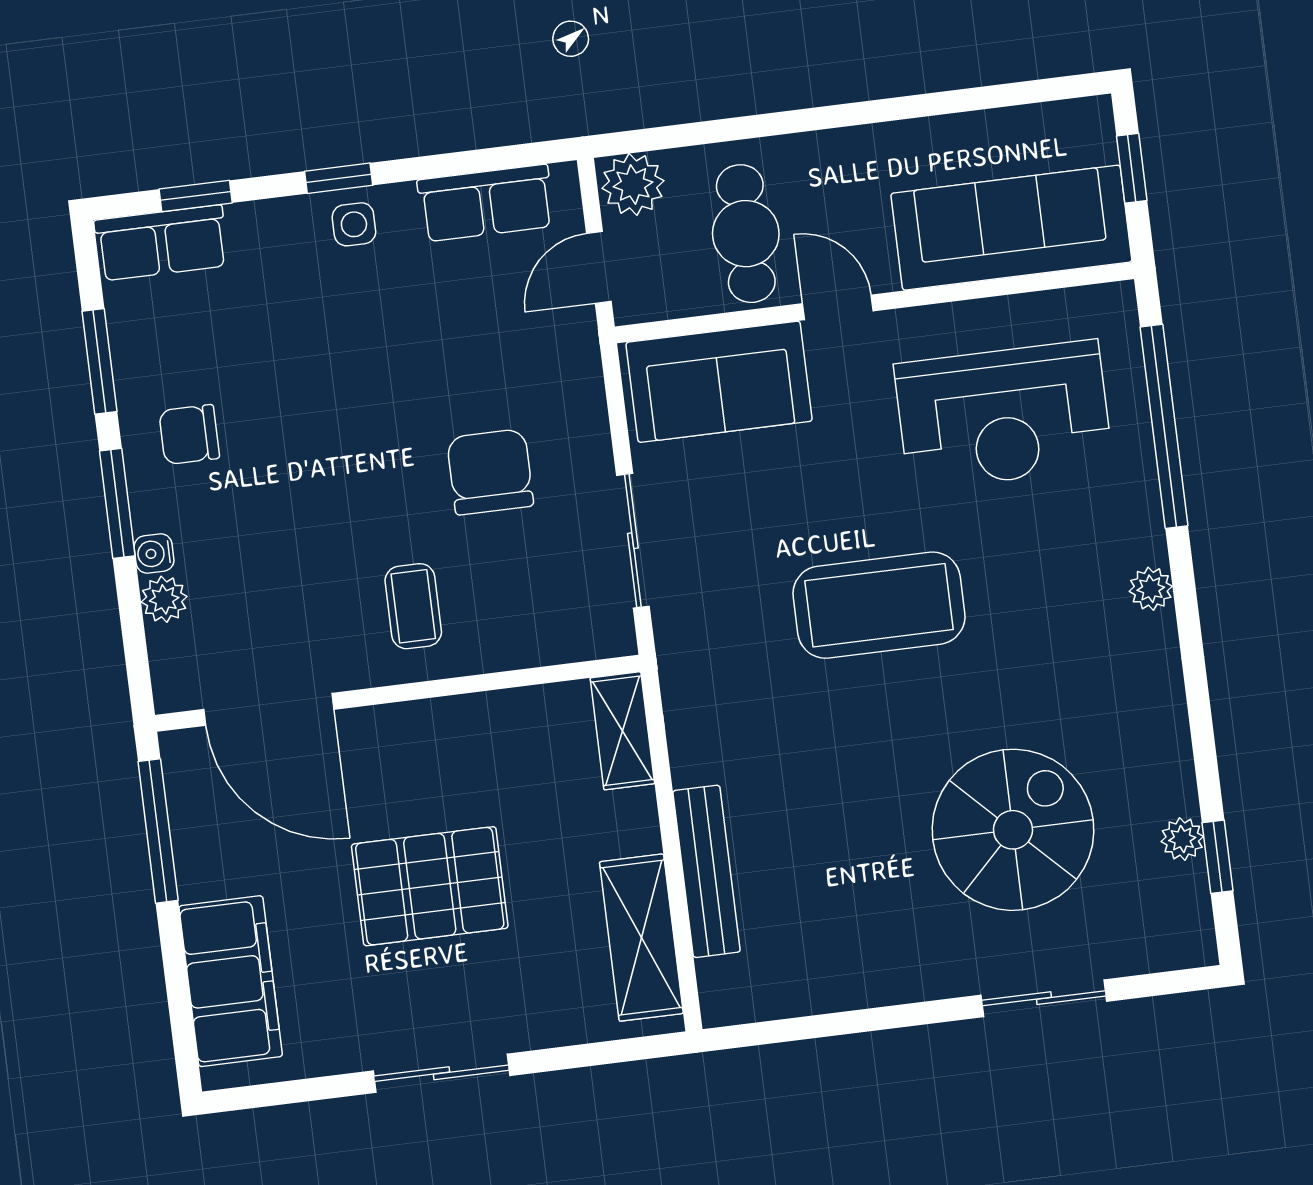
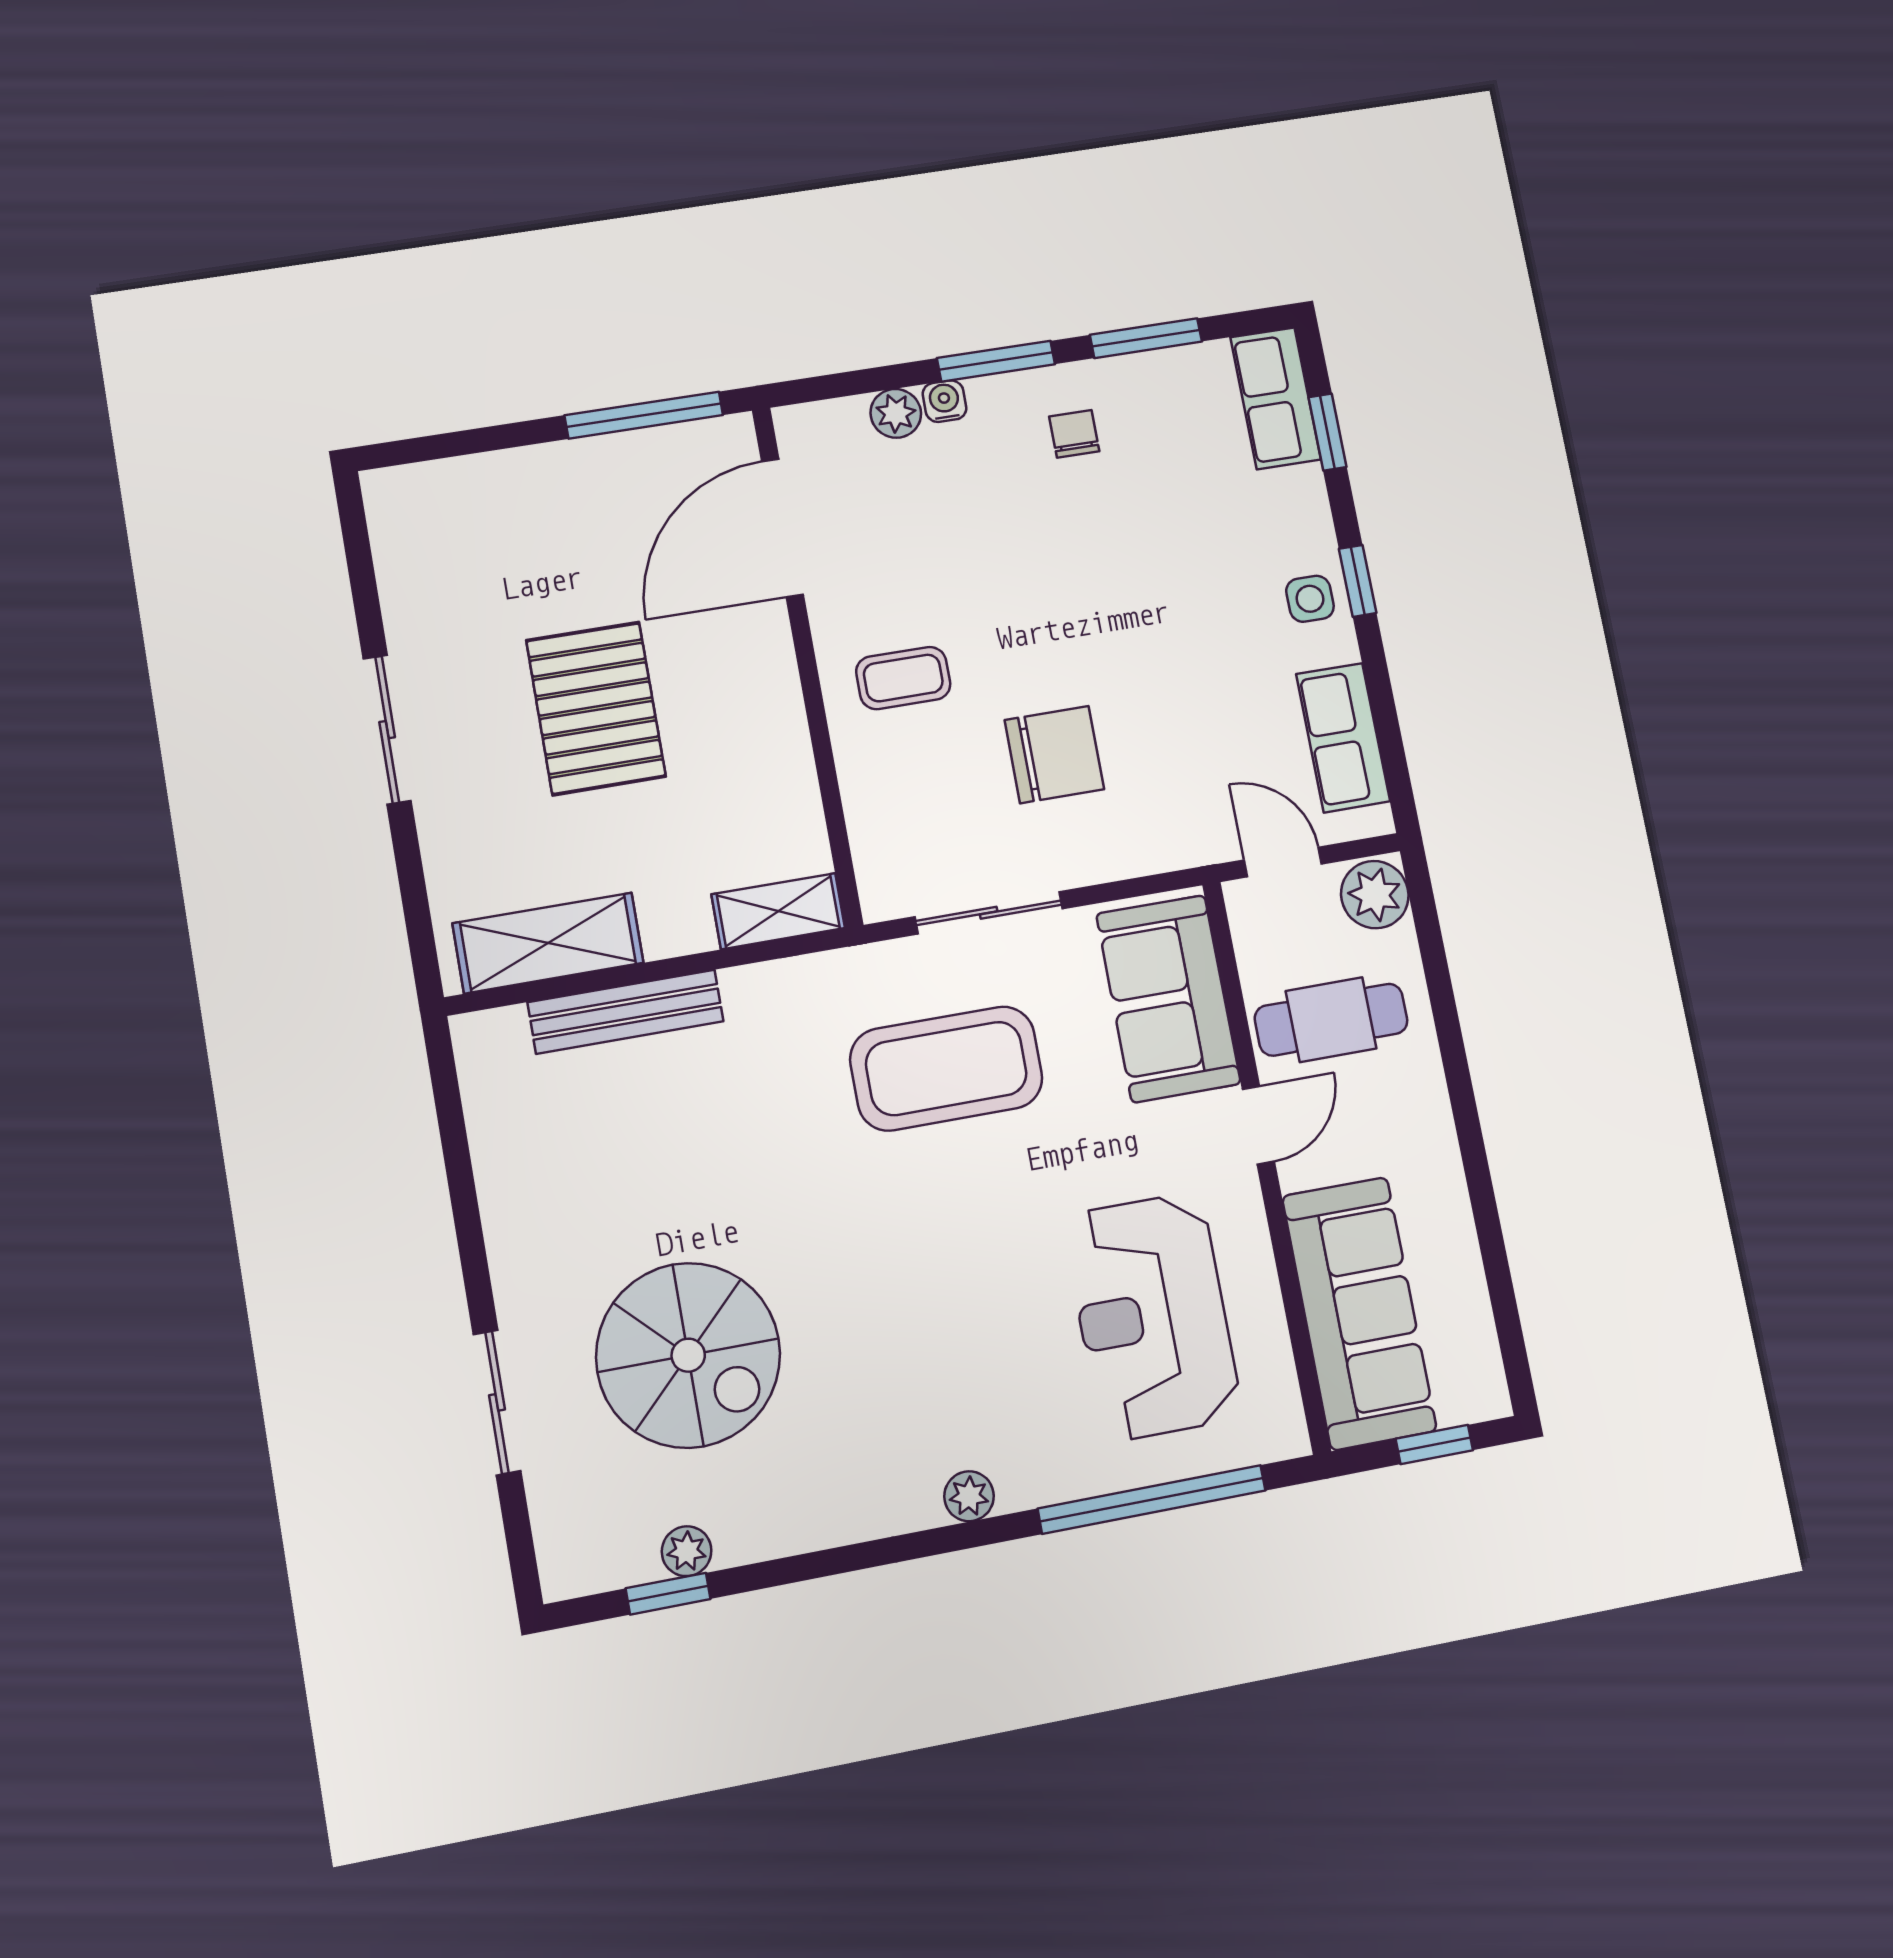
chair: (189, 435) -> (1074, 434), width x0.73, depth x0.73
coffee table: (879, 605) -> (946, 1069), moved, turned 90
filing cabinet: (231, 981) -> (482, 498), removed

